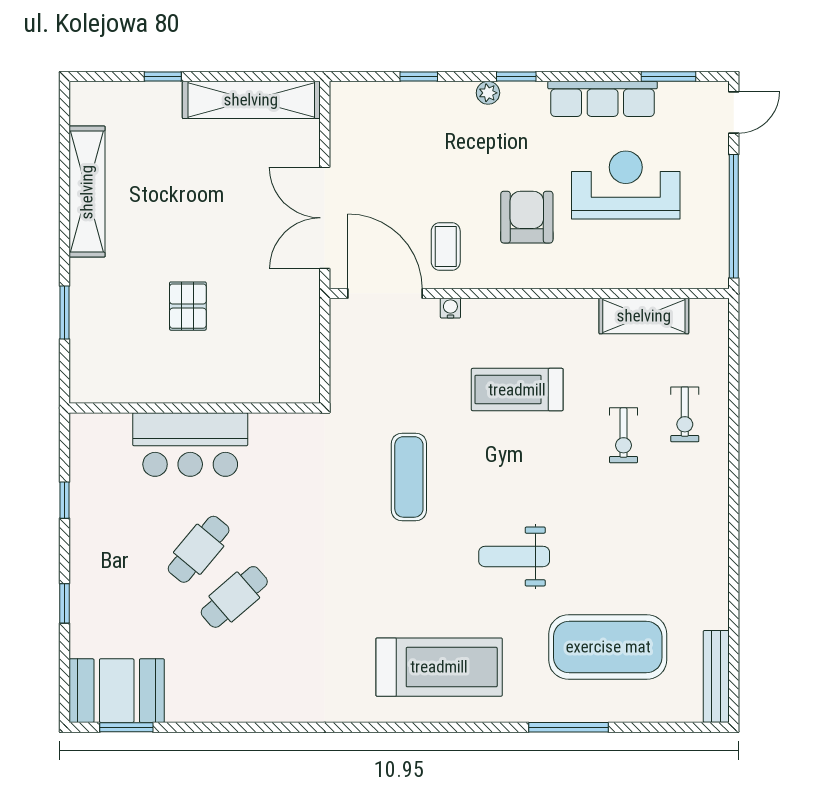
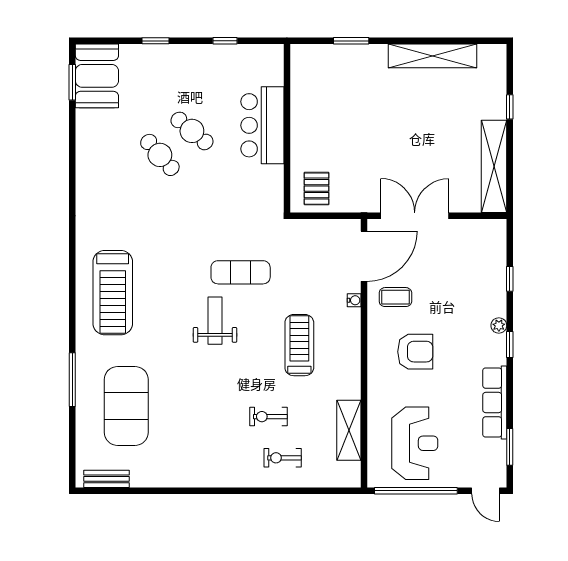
reception desk: (626, 185) -> (415, 443), moved
pallet: (188, 306) -> (317, 189), moved, turned 90
weight bench: (514, 556) -> (215, 321), moved
bench: (716, 676) -> (106, 479), width x0.73

